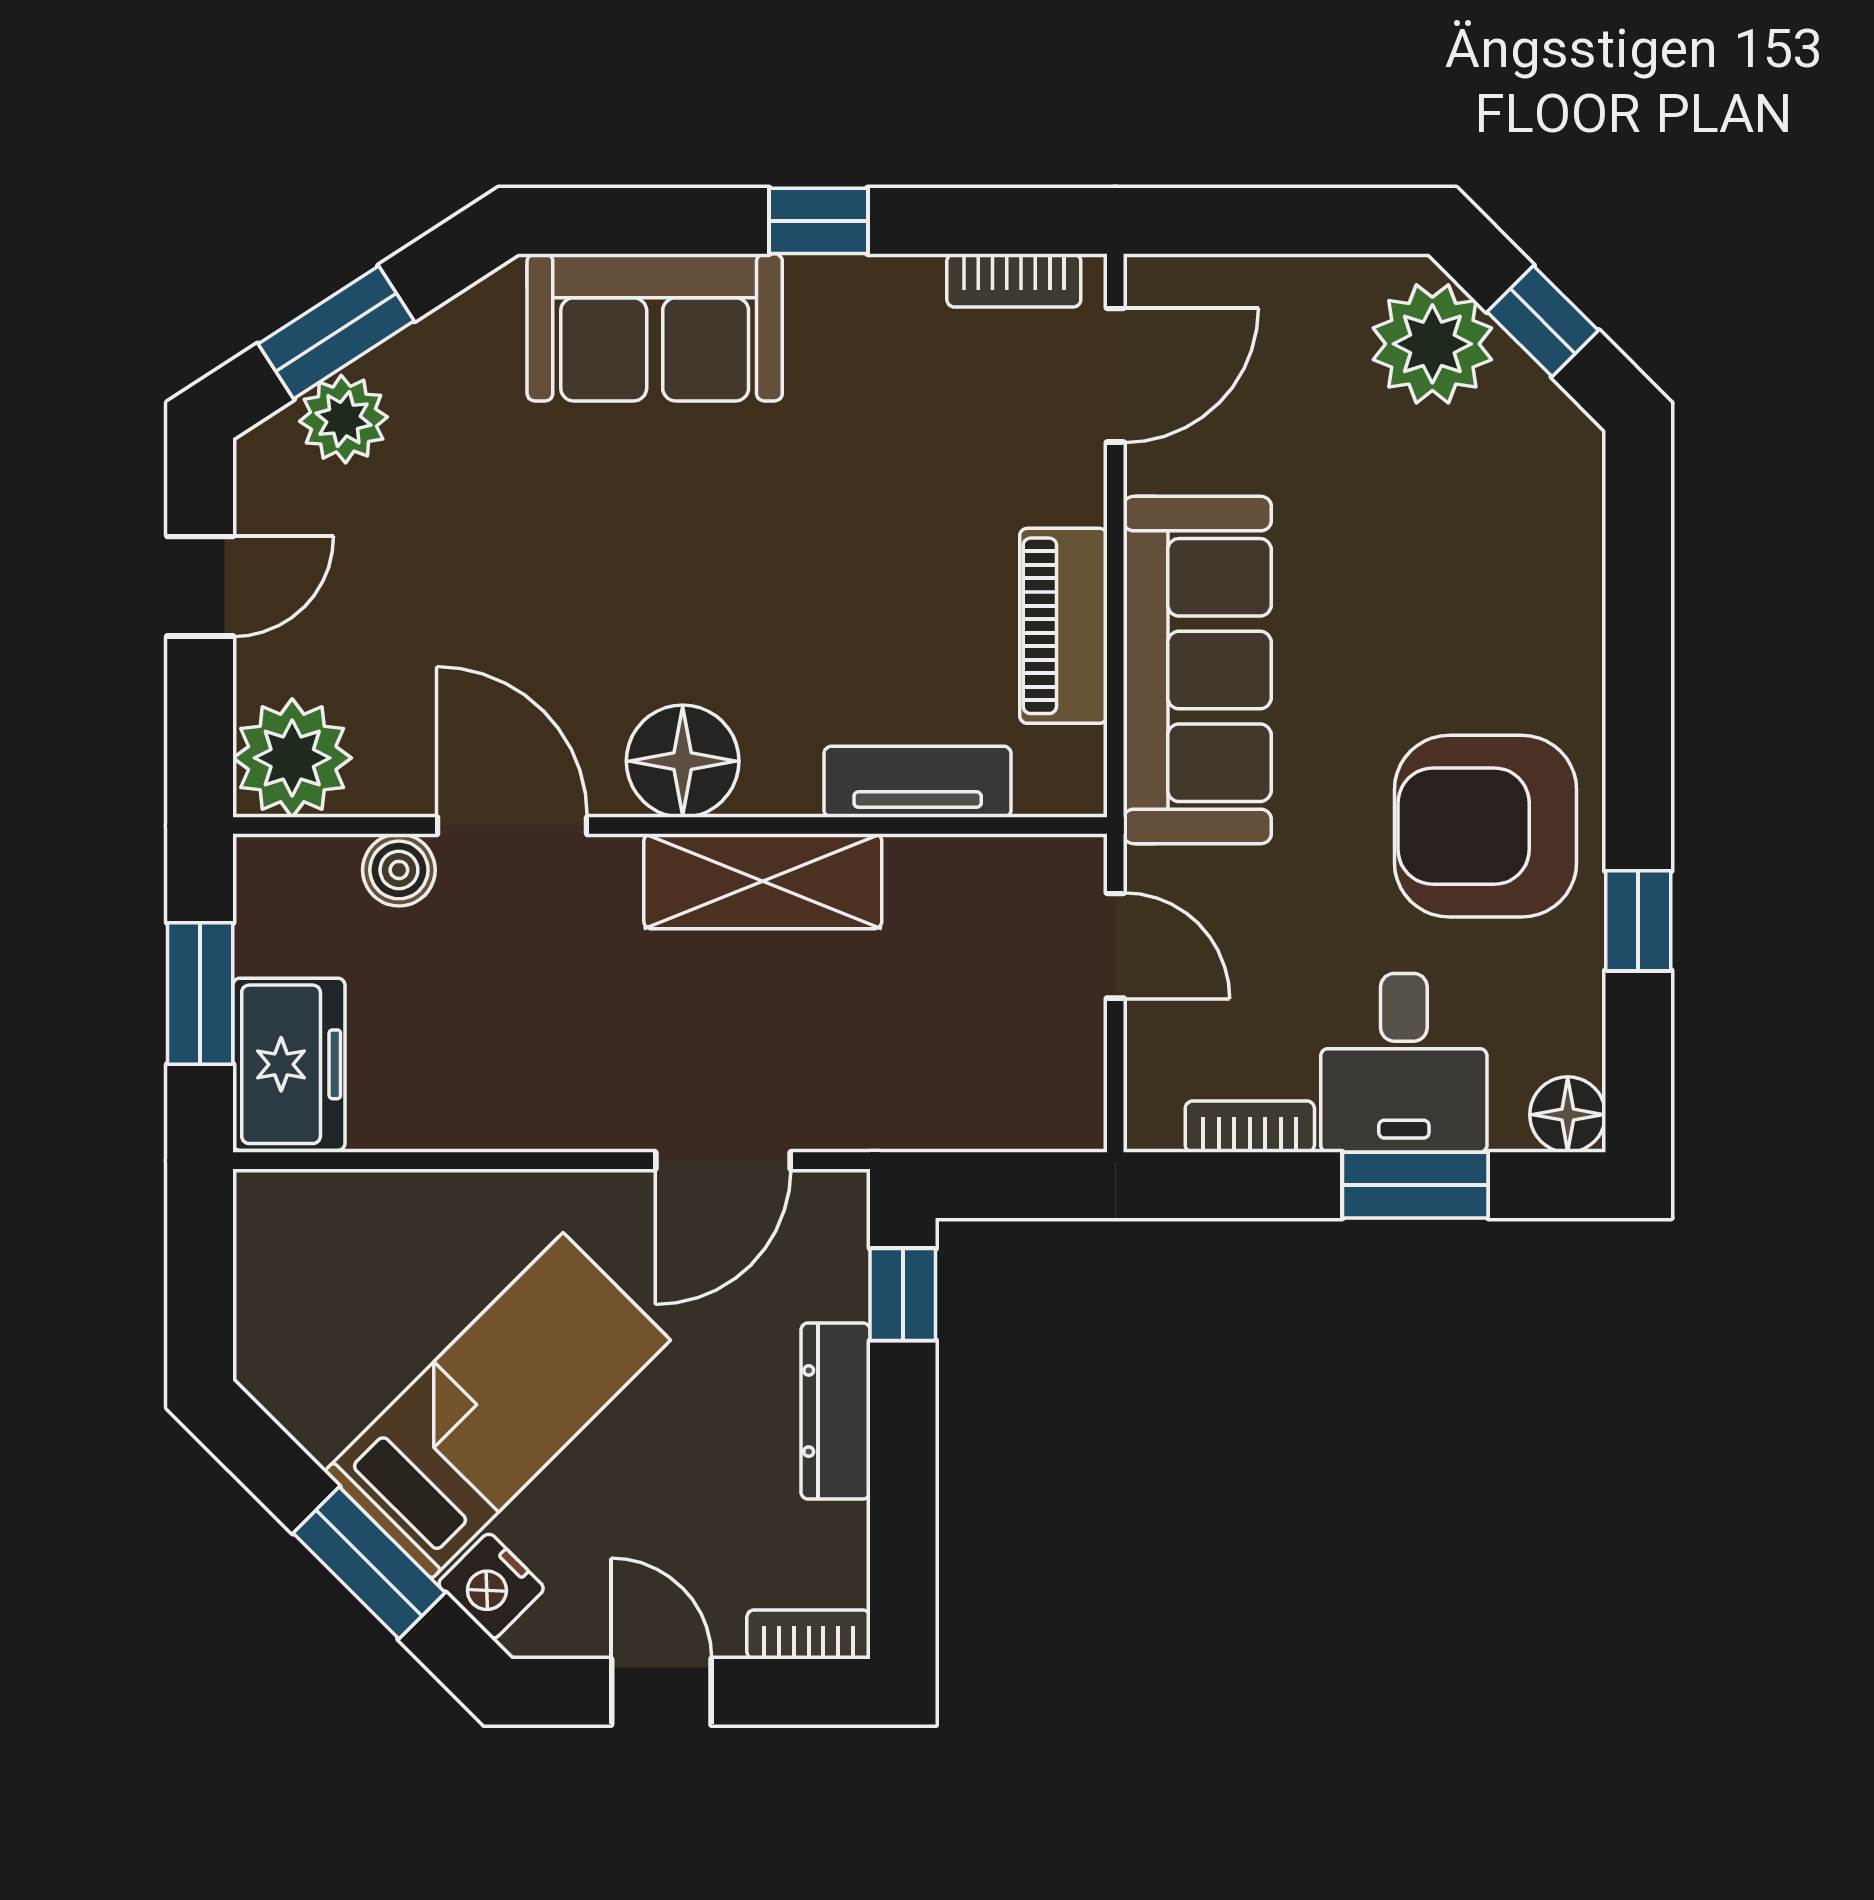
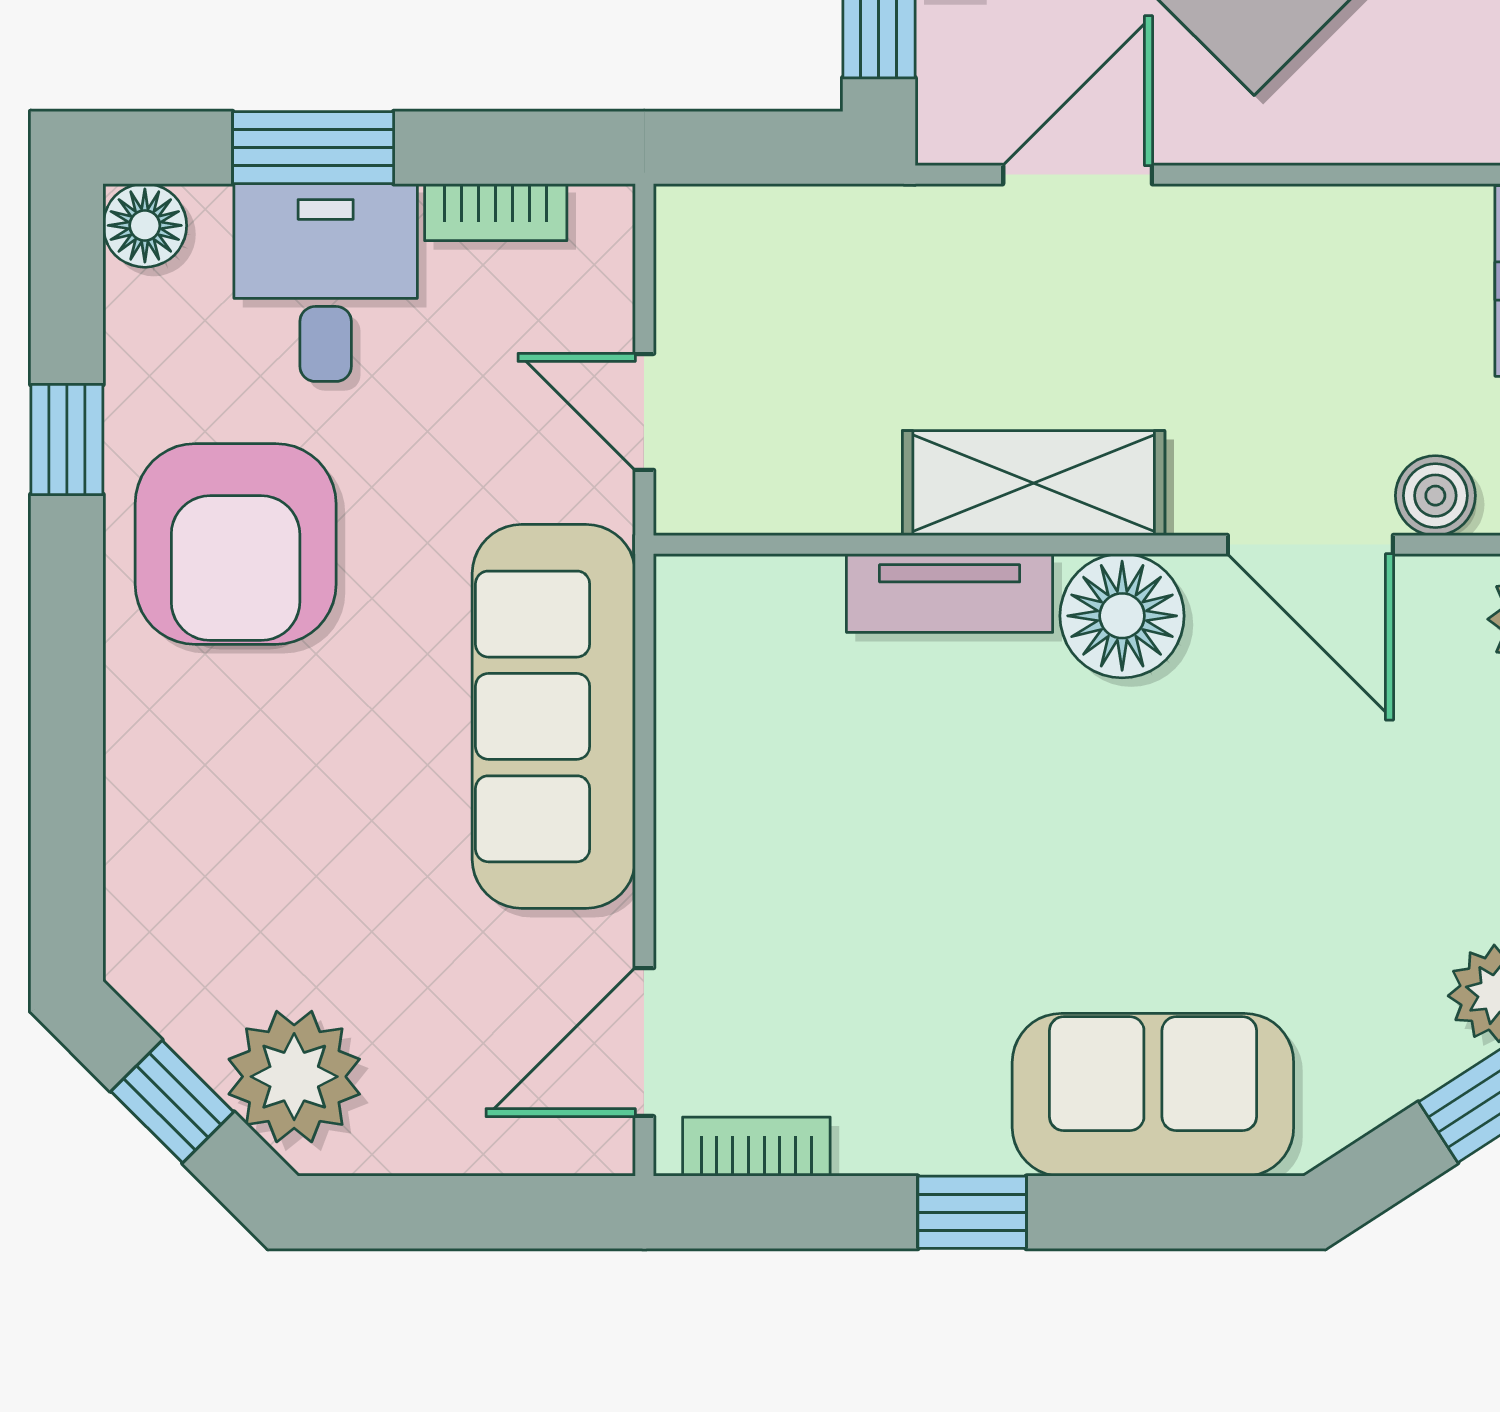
piano: (1063, 626) -> (702, 765), removed
tv unit: (918, 782) -> (950, 593), moved
armchair: (1485, 826) -> (236, 544), turned 90

